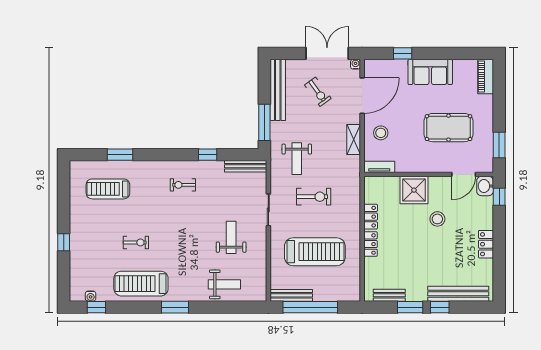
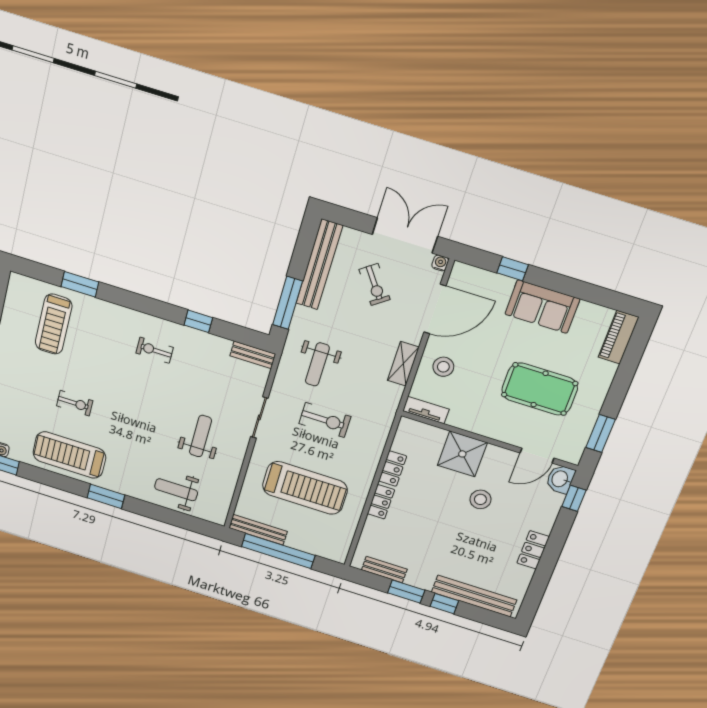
bench: (246, 166) -> (253, 355), width x0.73
treadmill: (108, 189) -> (54, 324), turned -90
weight bench: (224, 284) -> (176, 490), turned 180

